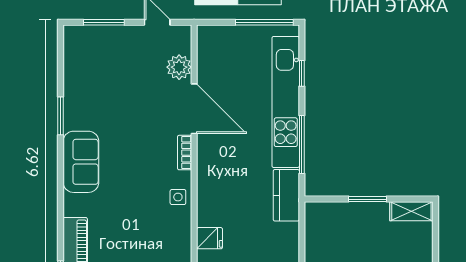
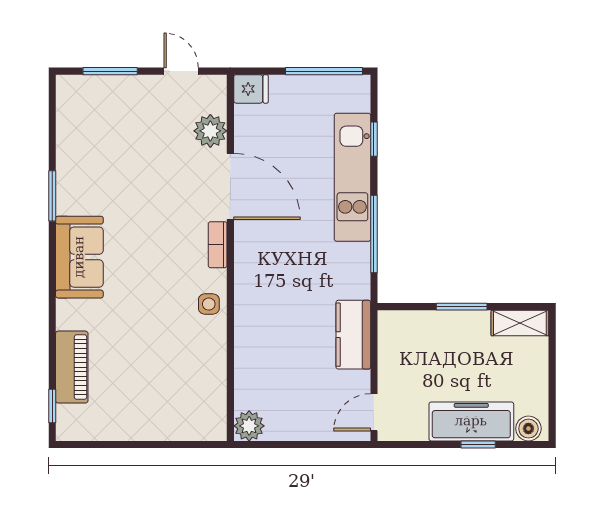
kitchen unit: (286, 102) -> (352, 177), width x0.73
kitchen counter: (286, 195) -> (353, 335), moved
fridge: (210, 238) -> (251, 89), moved

